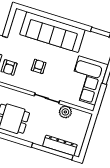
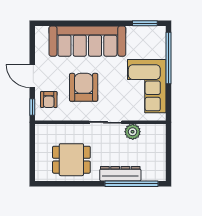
armchair: (39, 66) -> (84, 87), width x1.88, depth x1.88
dresser: (60, 145) -> (120, 174), moved

